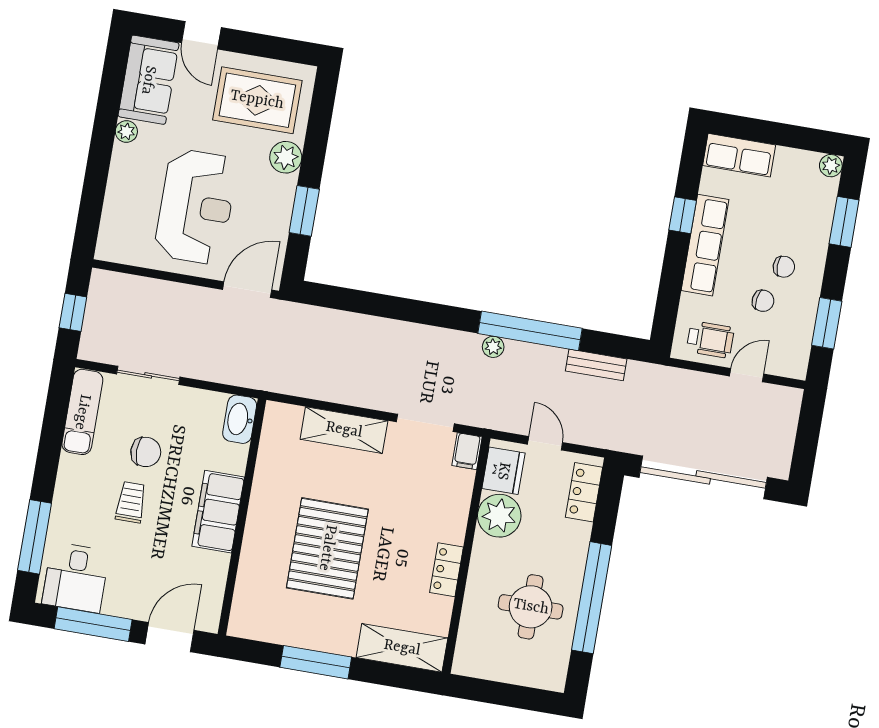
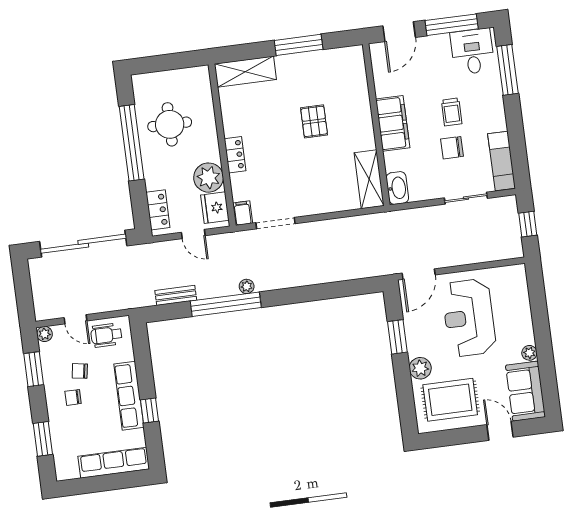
row of seats: (739, 155) -> (114, 463), width x1.48
plant: (831, 166) -> (45, 334), moved
door: (747, 375) -> (75, 319), hinge flipped
shelving: (344, 430) -> (369, 179), moved, turned 90
pallet: (327, 548) -> (314, 121), width x0.49, depth x0.50
locker: (447, 570) -> (235, 155), moved

